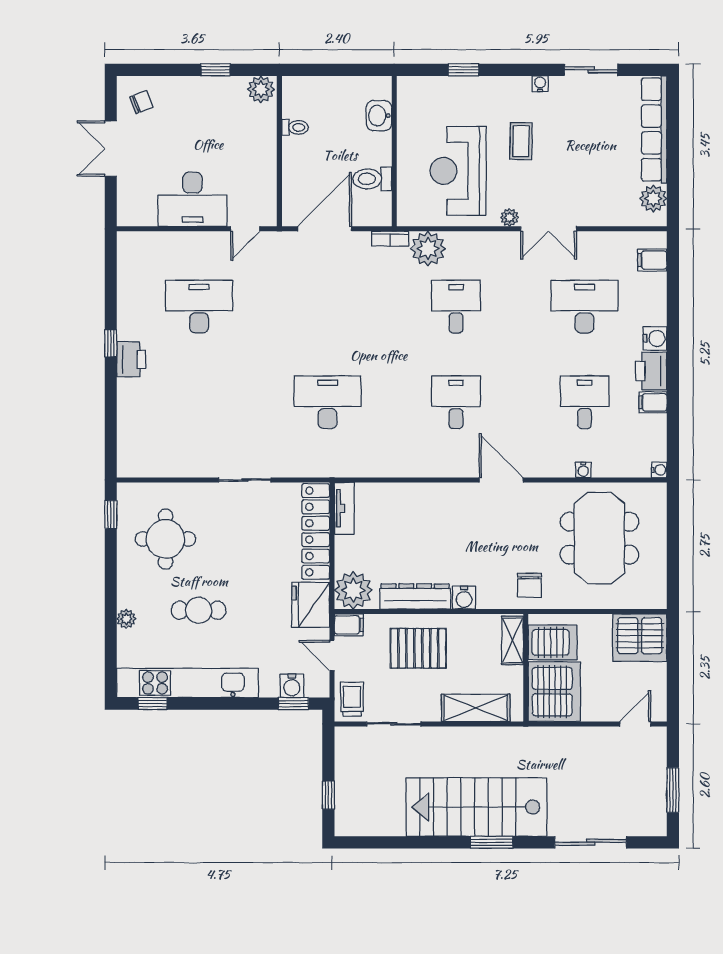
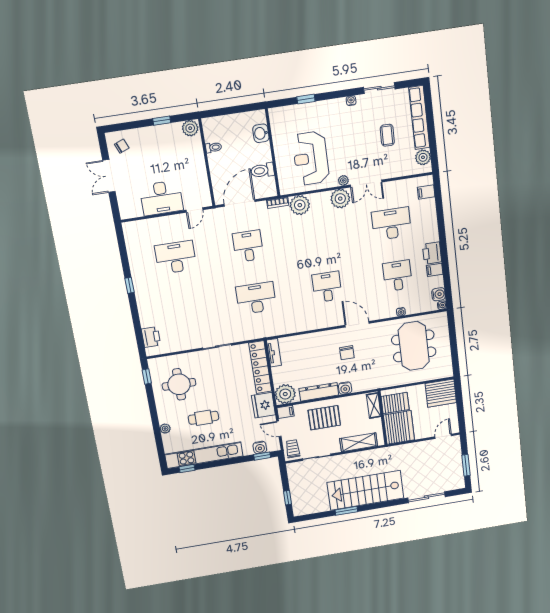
coffee table: (521, 141) -> (387, 135), moved
plant: (500, 248) -> (340, 199), added
desk: (456, 307) -> (248, 246), moved
water cooler: (655, 338) -> (438, 294), moved
printer: (131, 359) -> (151, 337), moved
chair: (529, 585) -> (347, 353), moved
window: (492, 842) -> (346, 511), moved

